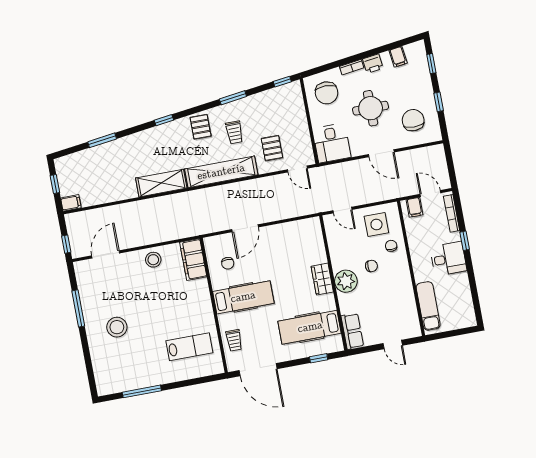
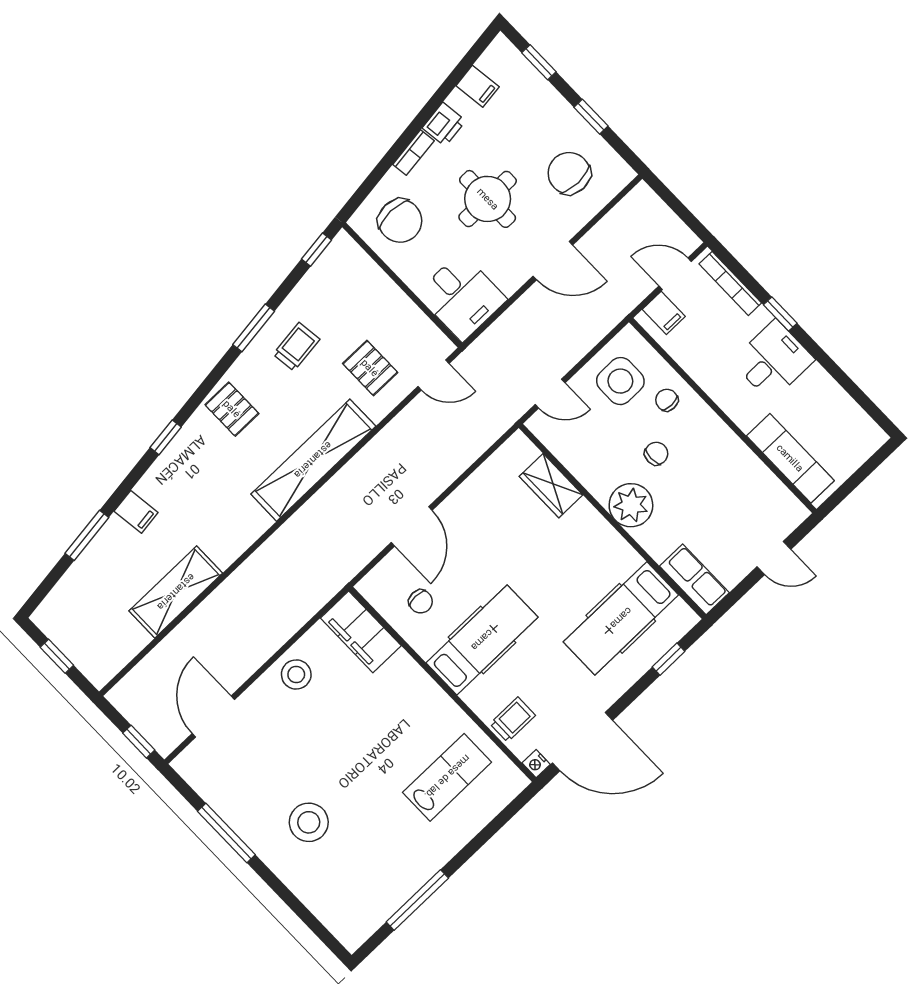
trolley: (234, 132) -> (296, 347), moved, turned -97
shelving: (161, 183) -> (176, 592), moved
filing cabinet: (71, 203) -> (136, 512), moved, turned 83
wardrobe: (322, 279) -> (551, 486), moved
trolley: (234, 340) -> (513, 720), turned -90
nightstand: (232, 366) -> (536, 764), added

